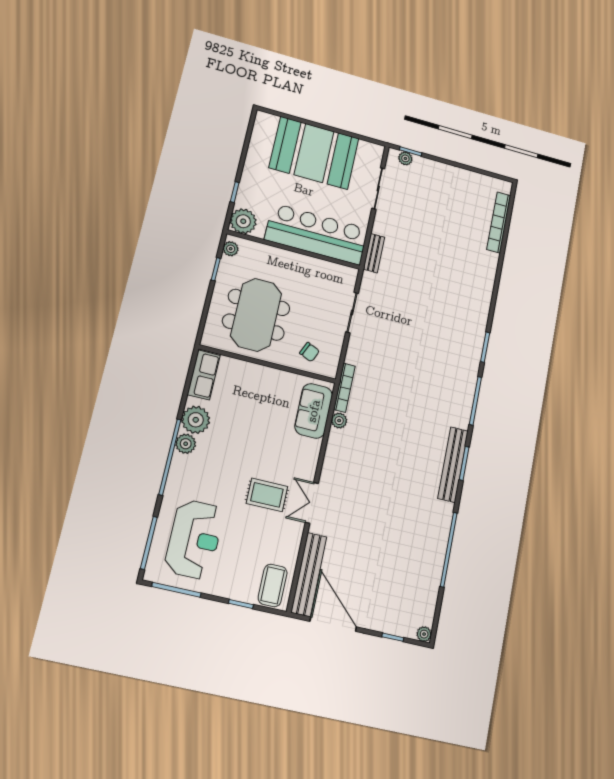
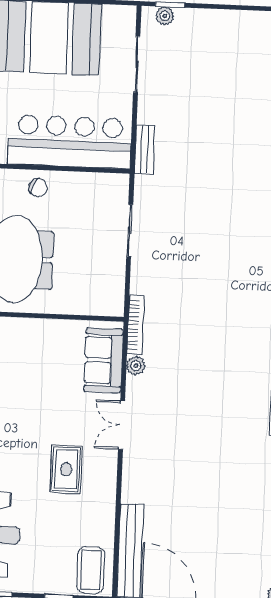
chair: (310, 352) -> (38, 187), moved
rug: (267, 495) -> (66, 469), turned 90
double door: (312, 503) -> (122, 425), moved

